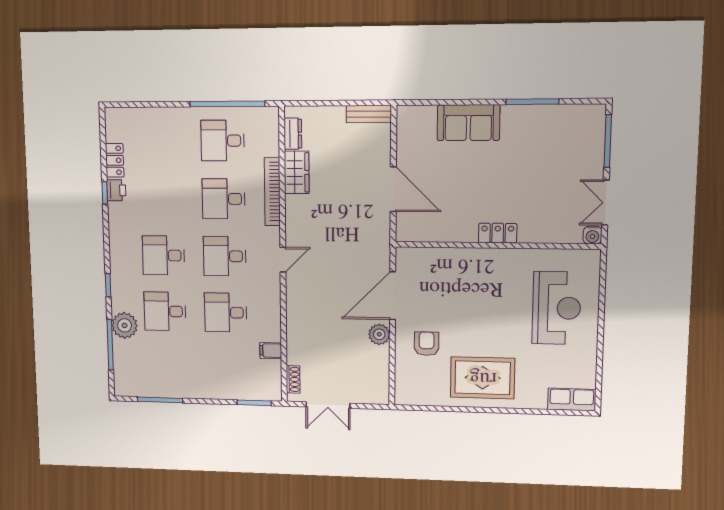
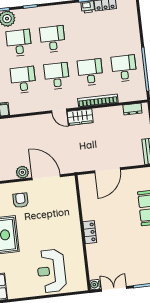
wardrobe: (297, 172) -> (80, 117), moved
reception desk: (556, 308) -> (51, 271), turned 90
armchair: (427, 344) -> (21, 200), turned -90

